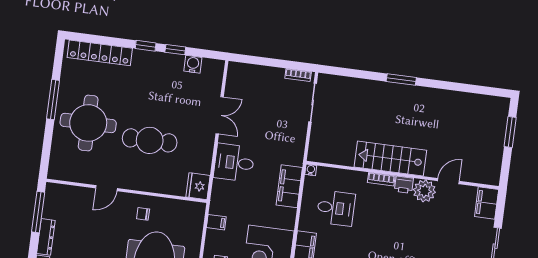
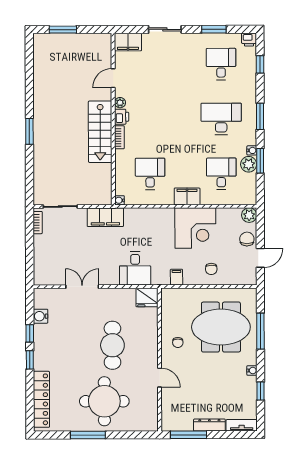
desk: (234, 163) -> (135, 268), moved
door: (448, 181) -> (113, 78), hinge flipped
filing cabinet: (289, 186) -> (105, 217), moved
plant: (424, 191) -> (120, 103), width x0.53, depth x0.53

